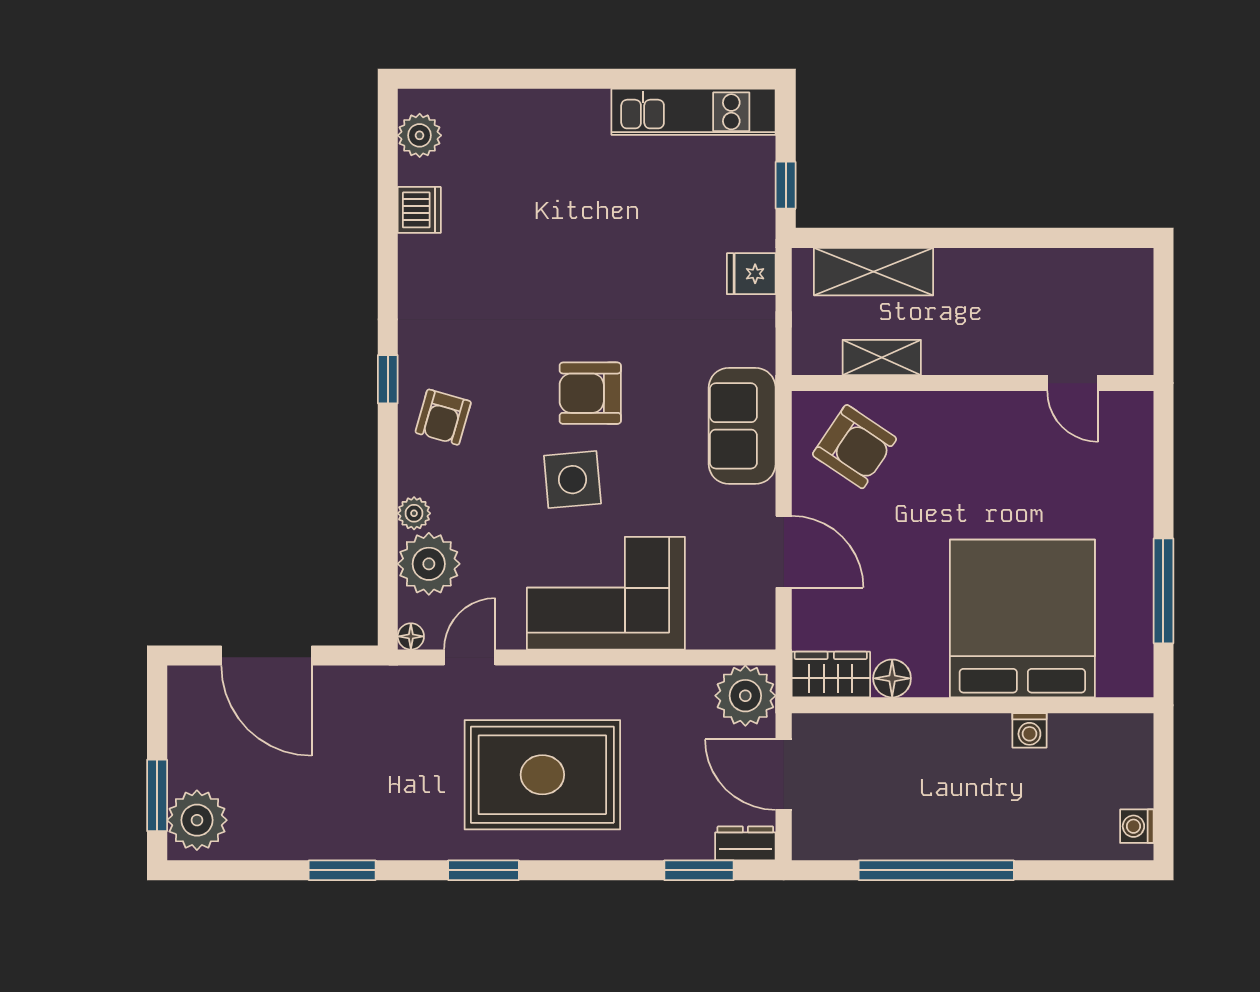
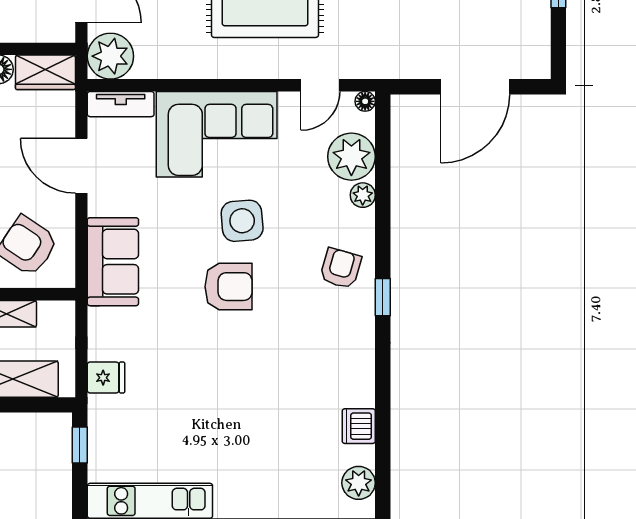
tv unit: (732, 633) -> (121, 104), added
door: (266, 655) -> (475, 87), swing flipped

